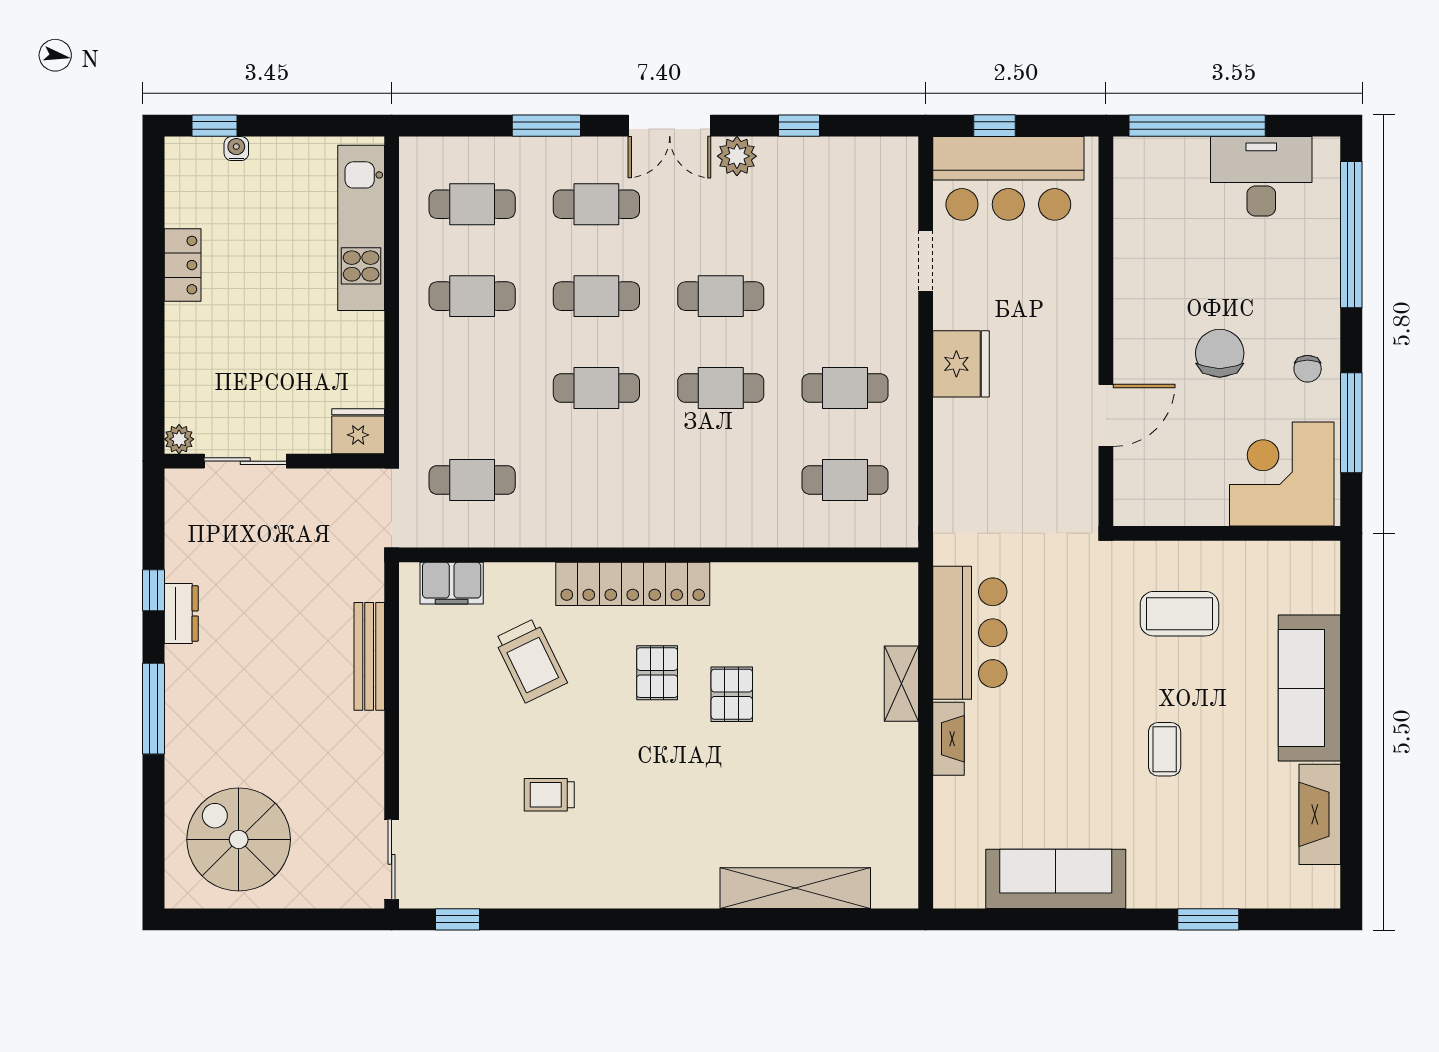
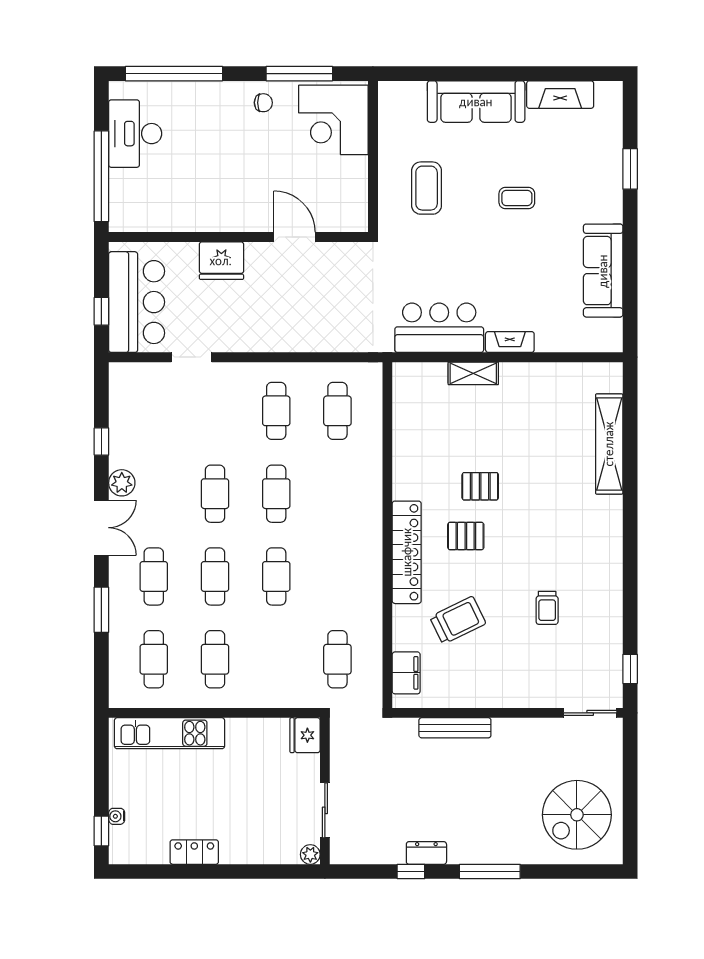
chair: (1220, 353) -> (253, 161), removed
fridge: (961, 364) -> (221, 261), moved, turned 180

